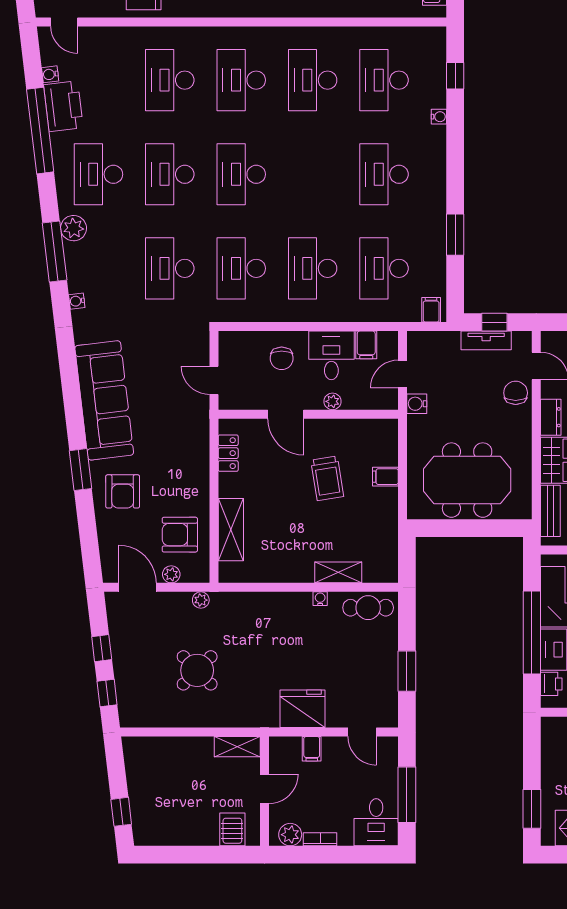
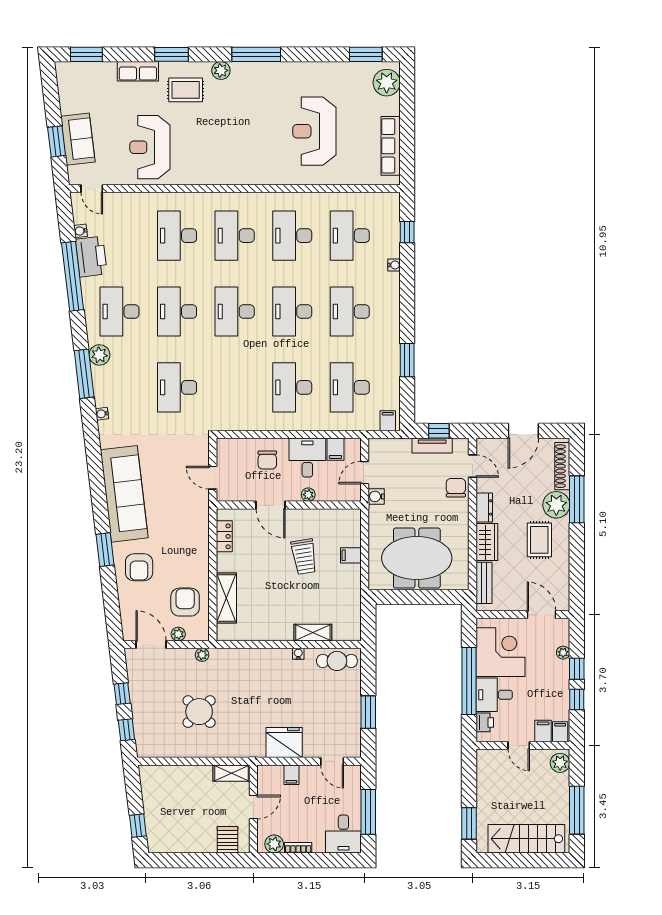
desk: (241, 268) -> (292, 311), moved
armchair: (180, 535) -> (185, 602), turned 90

